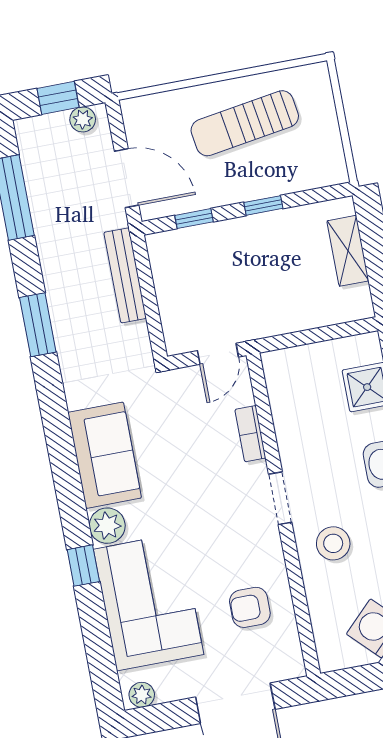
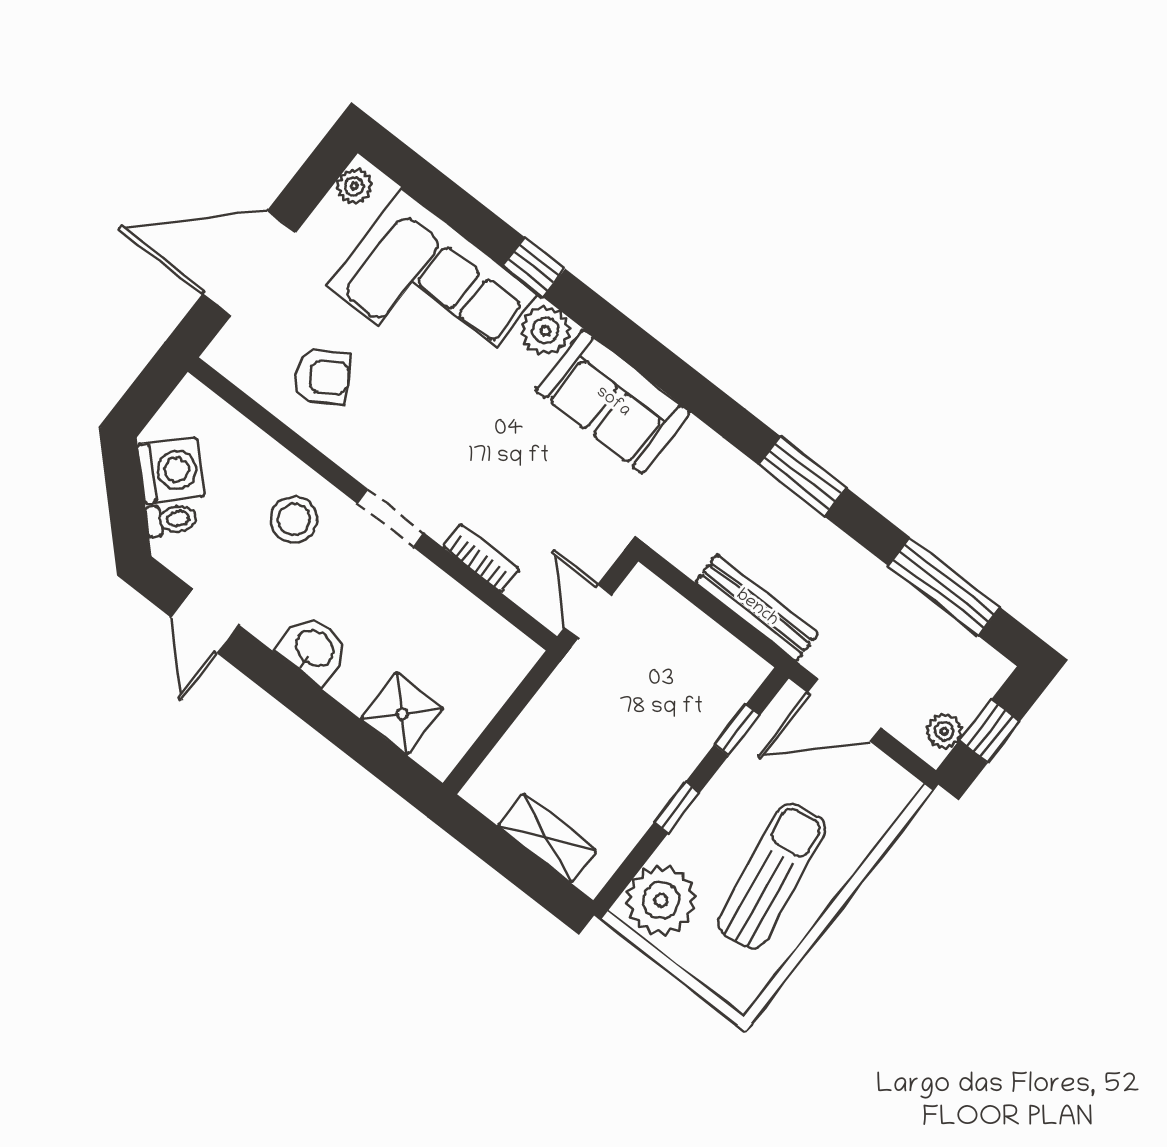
plant: (316, 163) -> (661, 900), added
armchair: (250, 607) -> (322, 377), turned 58

